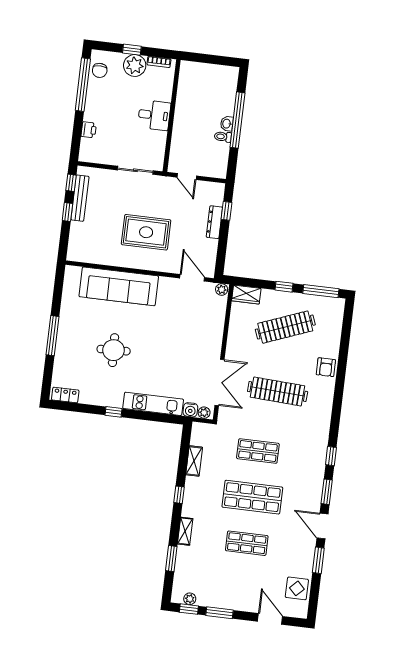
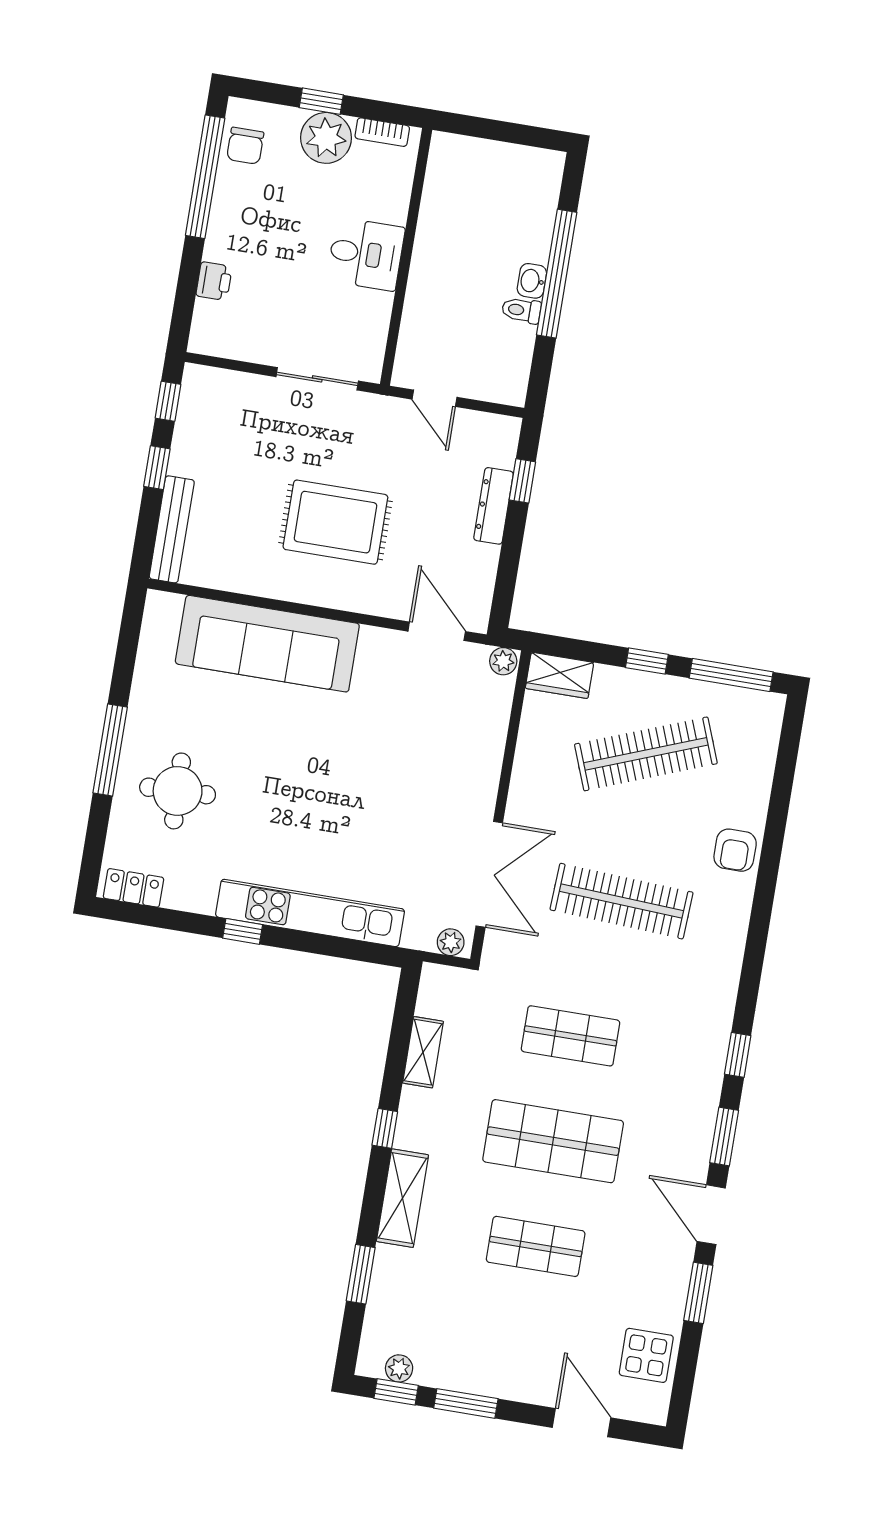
bench: (80, 198) -> (172, 529), moved
round table: (114, 350) -> (178, 791), moved
kitchen unit: (153, 404) -> (310, 913), width x1.36
water cooler: (190, 410) -> (420, 934), removed
shelving: (185, 531) -> (402, 1198), width x1.50, depth x1.33

